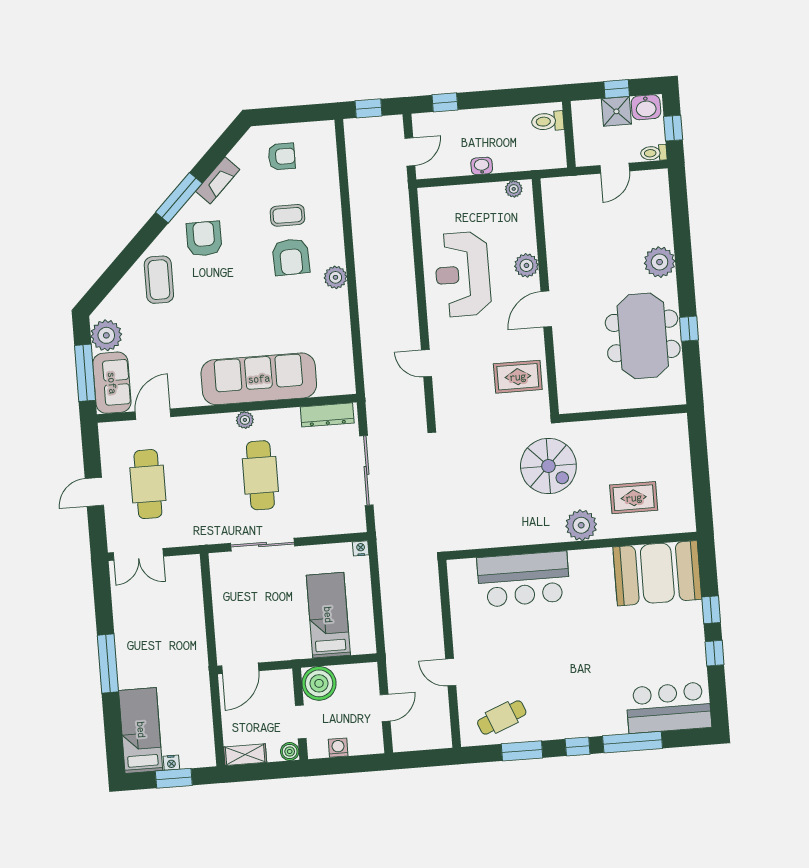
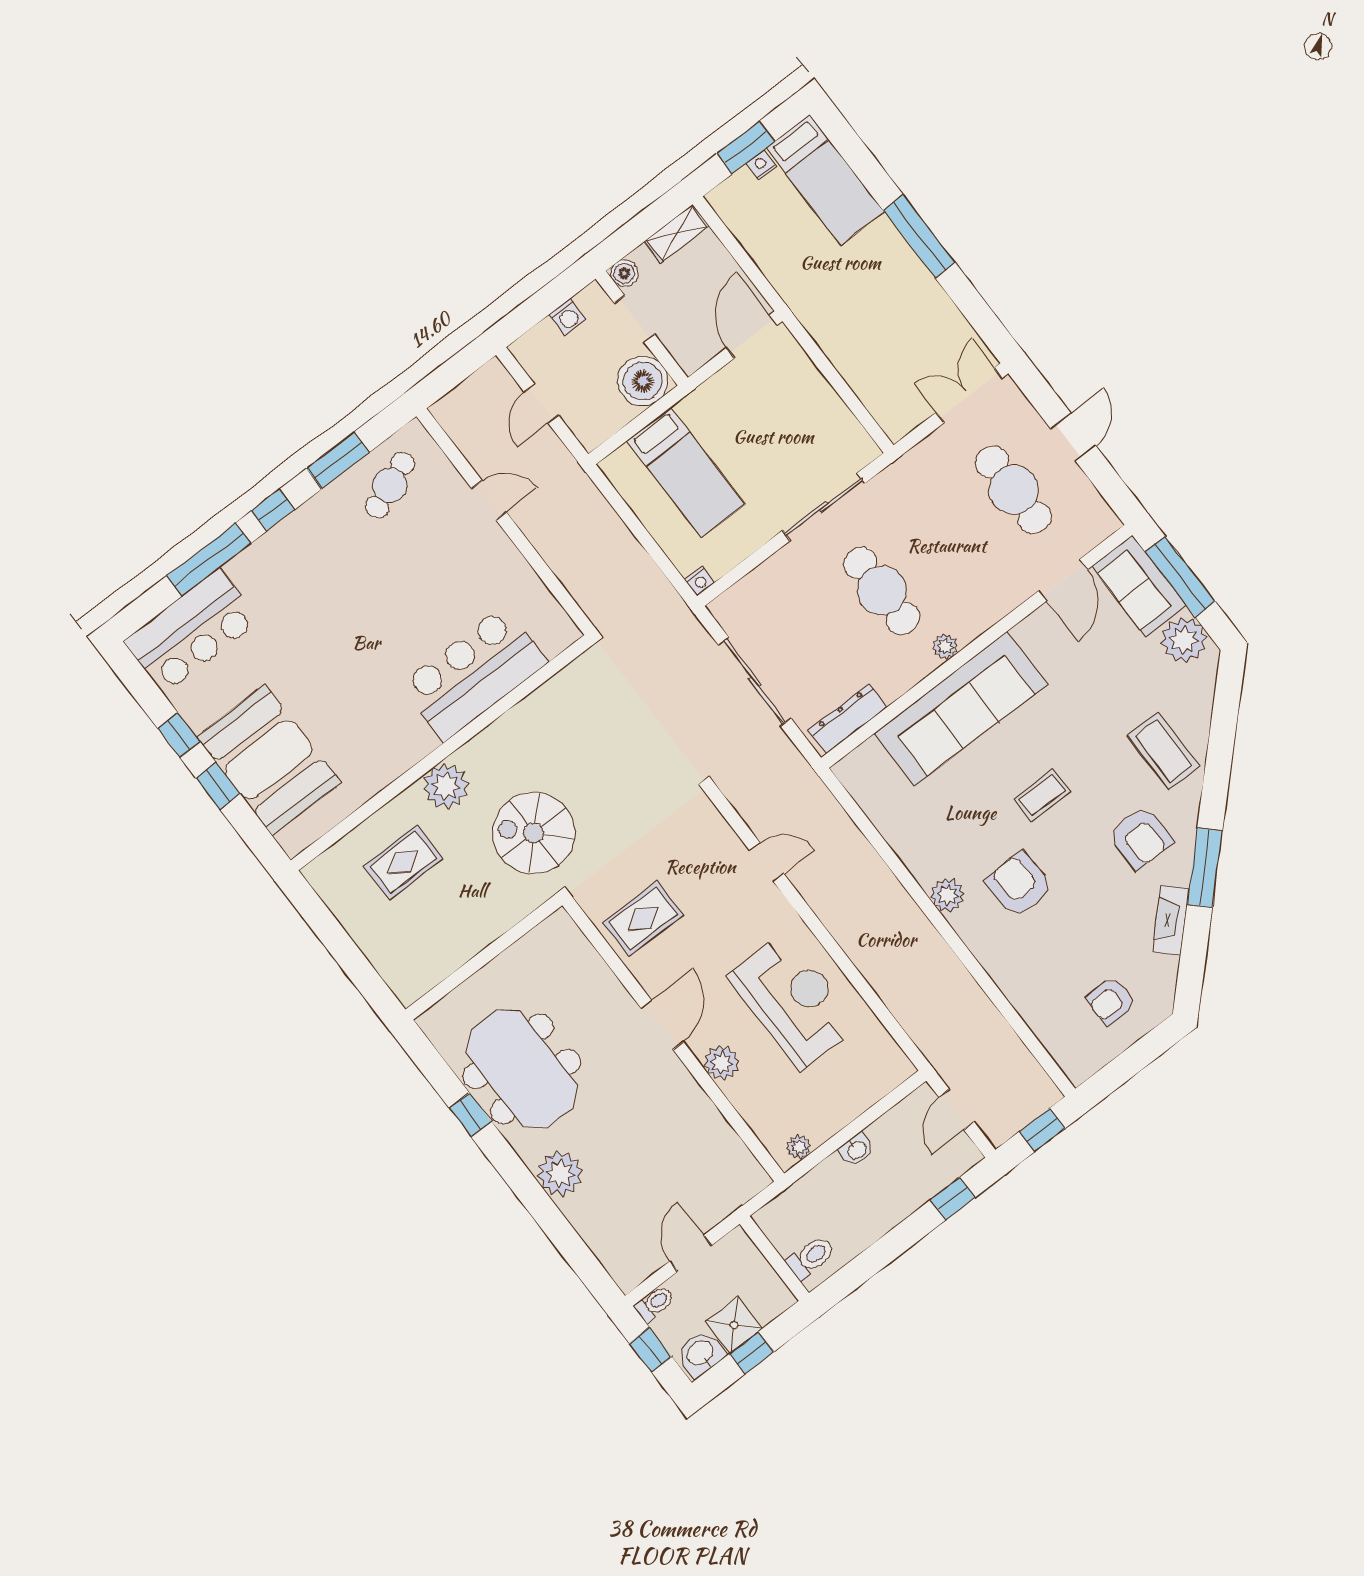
coffee table: (287, 215) -> (1042, 795), moved
booth: (657, 573) -> (269, 760), moved, turned 90

